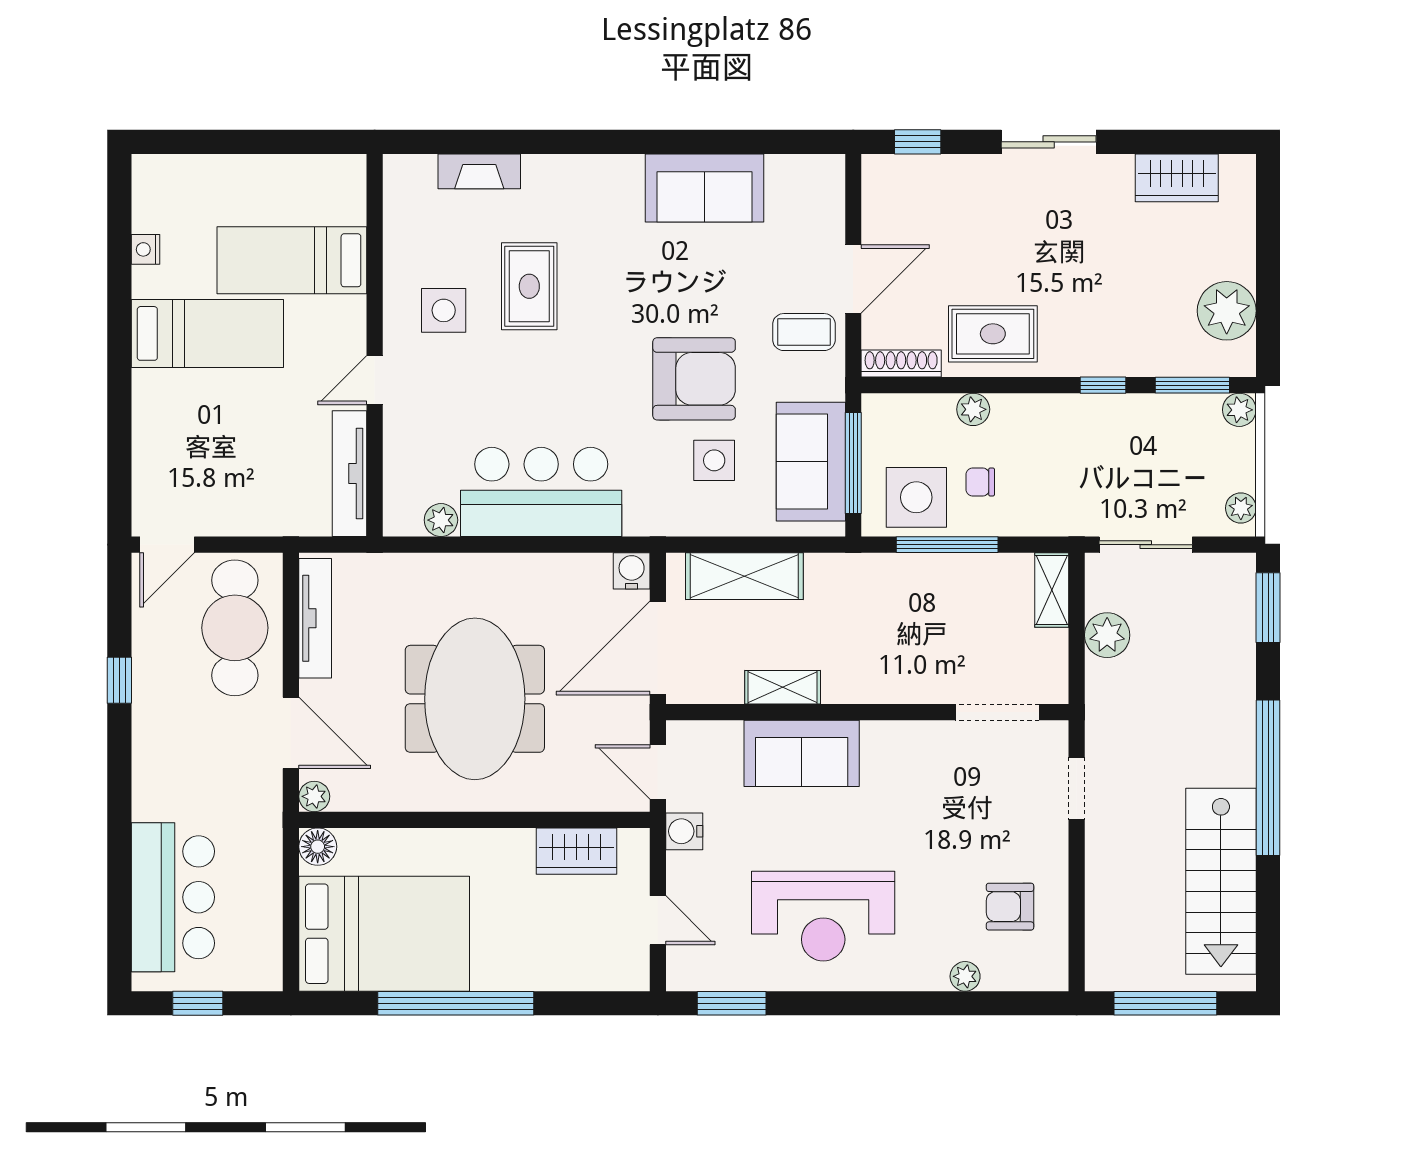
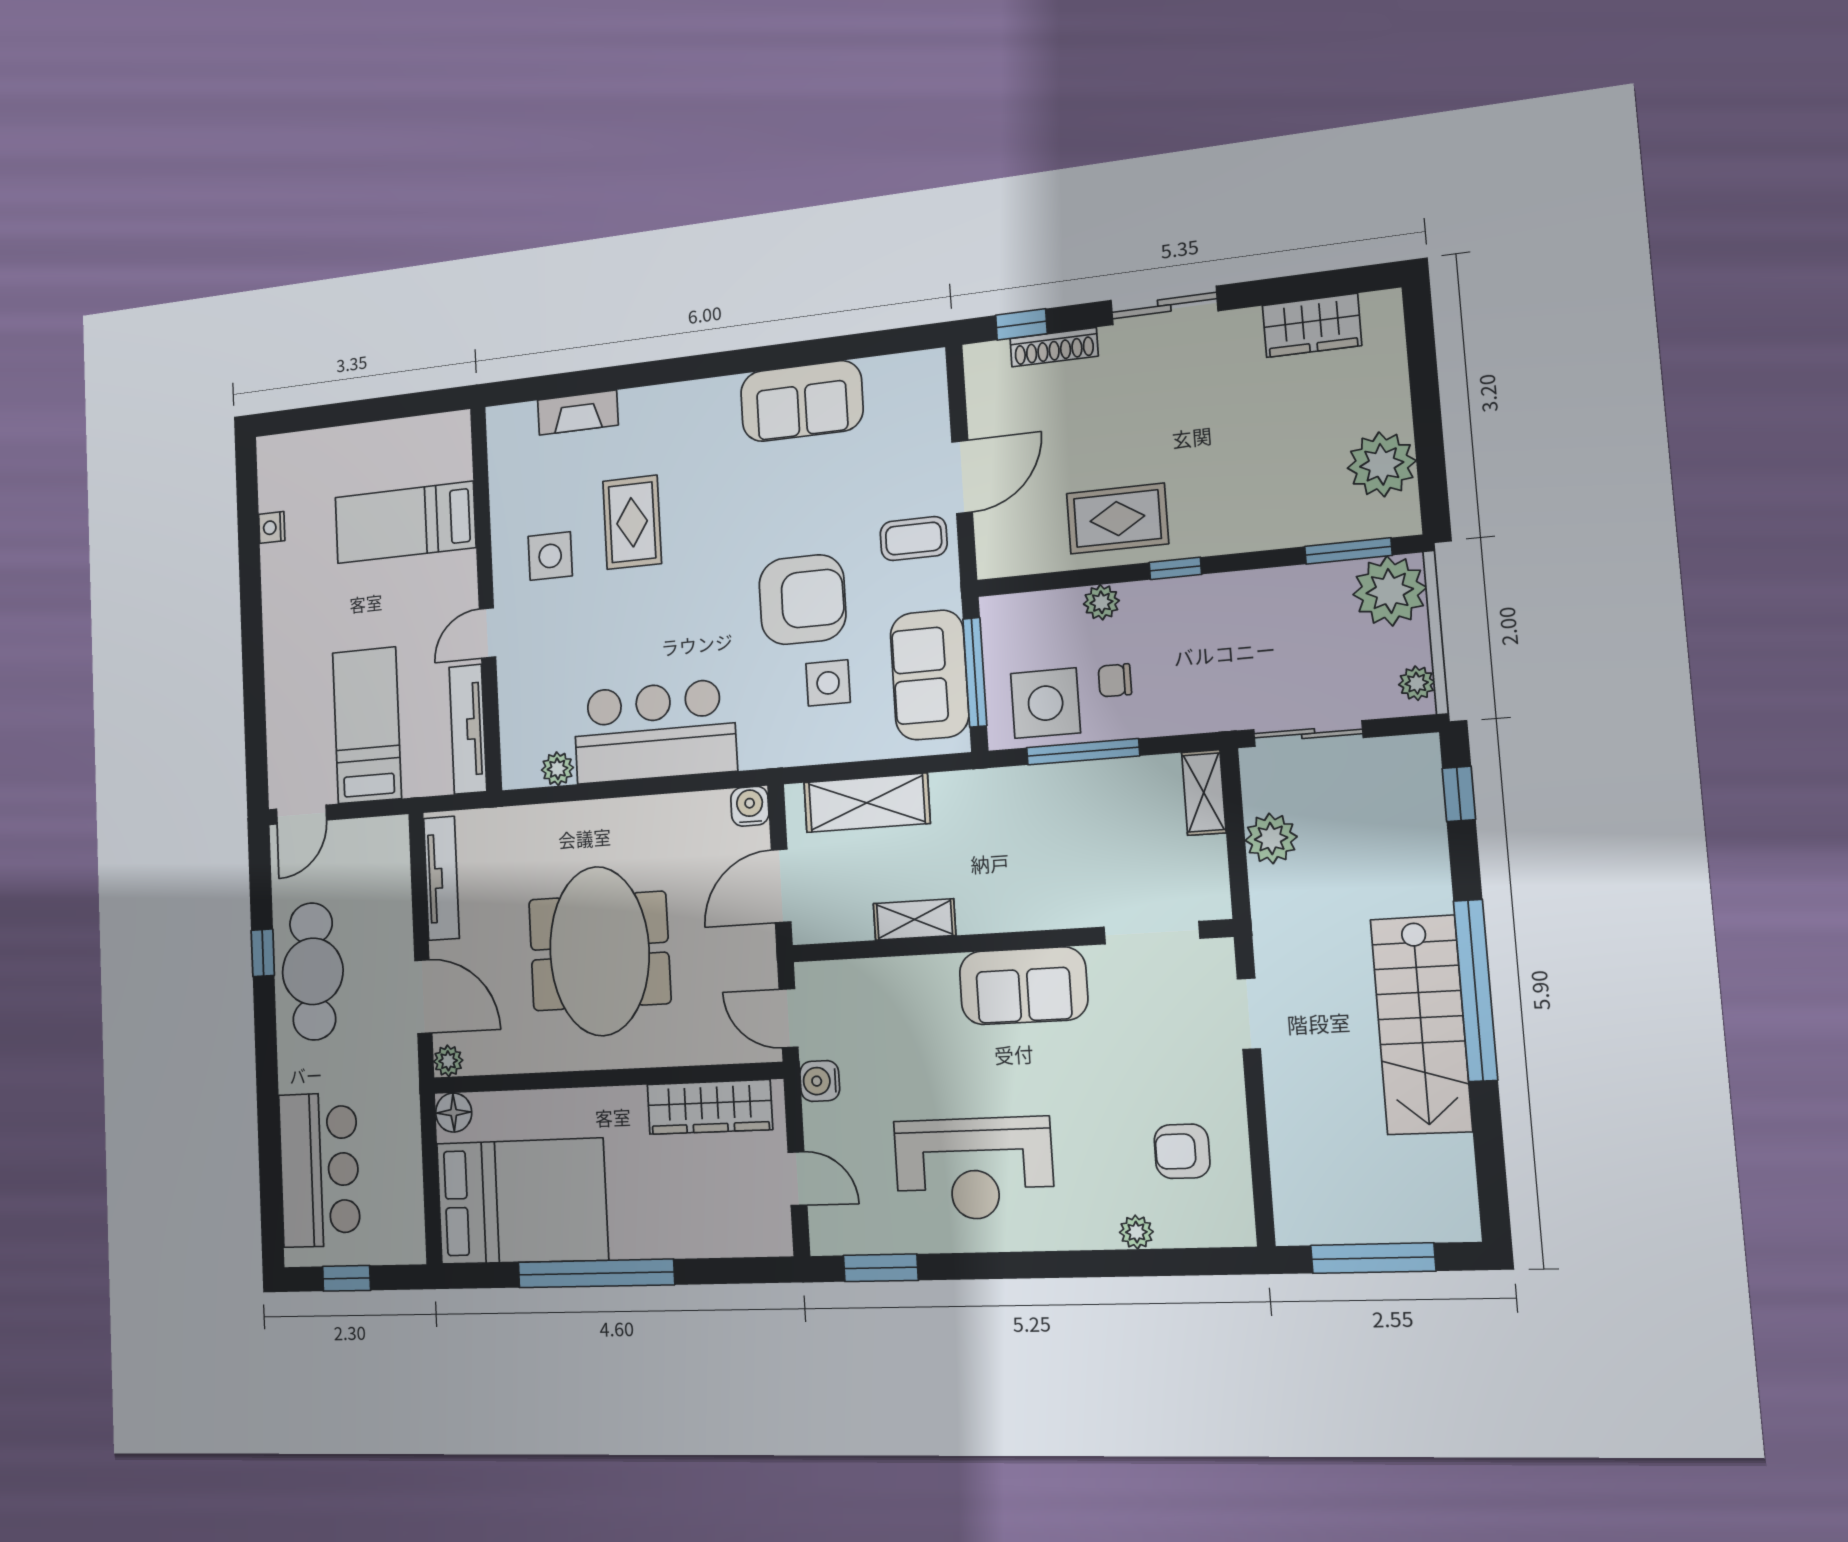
bed: (207, 333) -> (367, 725), moved, turned -90
shoe rack: (901, 364) -> (1054, 347), moved, turned 180
window: (1103, 385) -> (1175, 568), moved
plant: (1239, 410) -> (1390, 591), width x1.88, depth x1.88
window: (1268, 608) -> (1459, 794), width x0.67
cafe table: (235, 628) -> (313, 971), moved
door: (658, 648) -> (781, 886), width x0.73
sofa: (802, 753) -> (1023, 986), moved
wardrobe: (577, 851) -> (710, 1107), width x1.50
stairs: (1221, 881) -> (1421, 1025), moved

